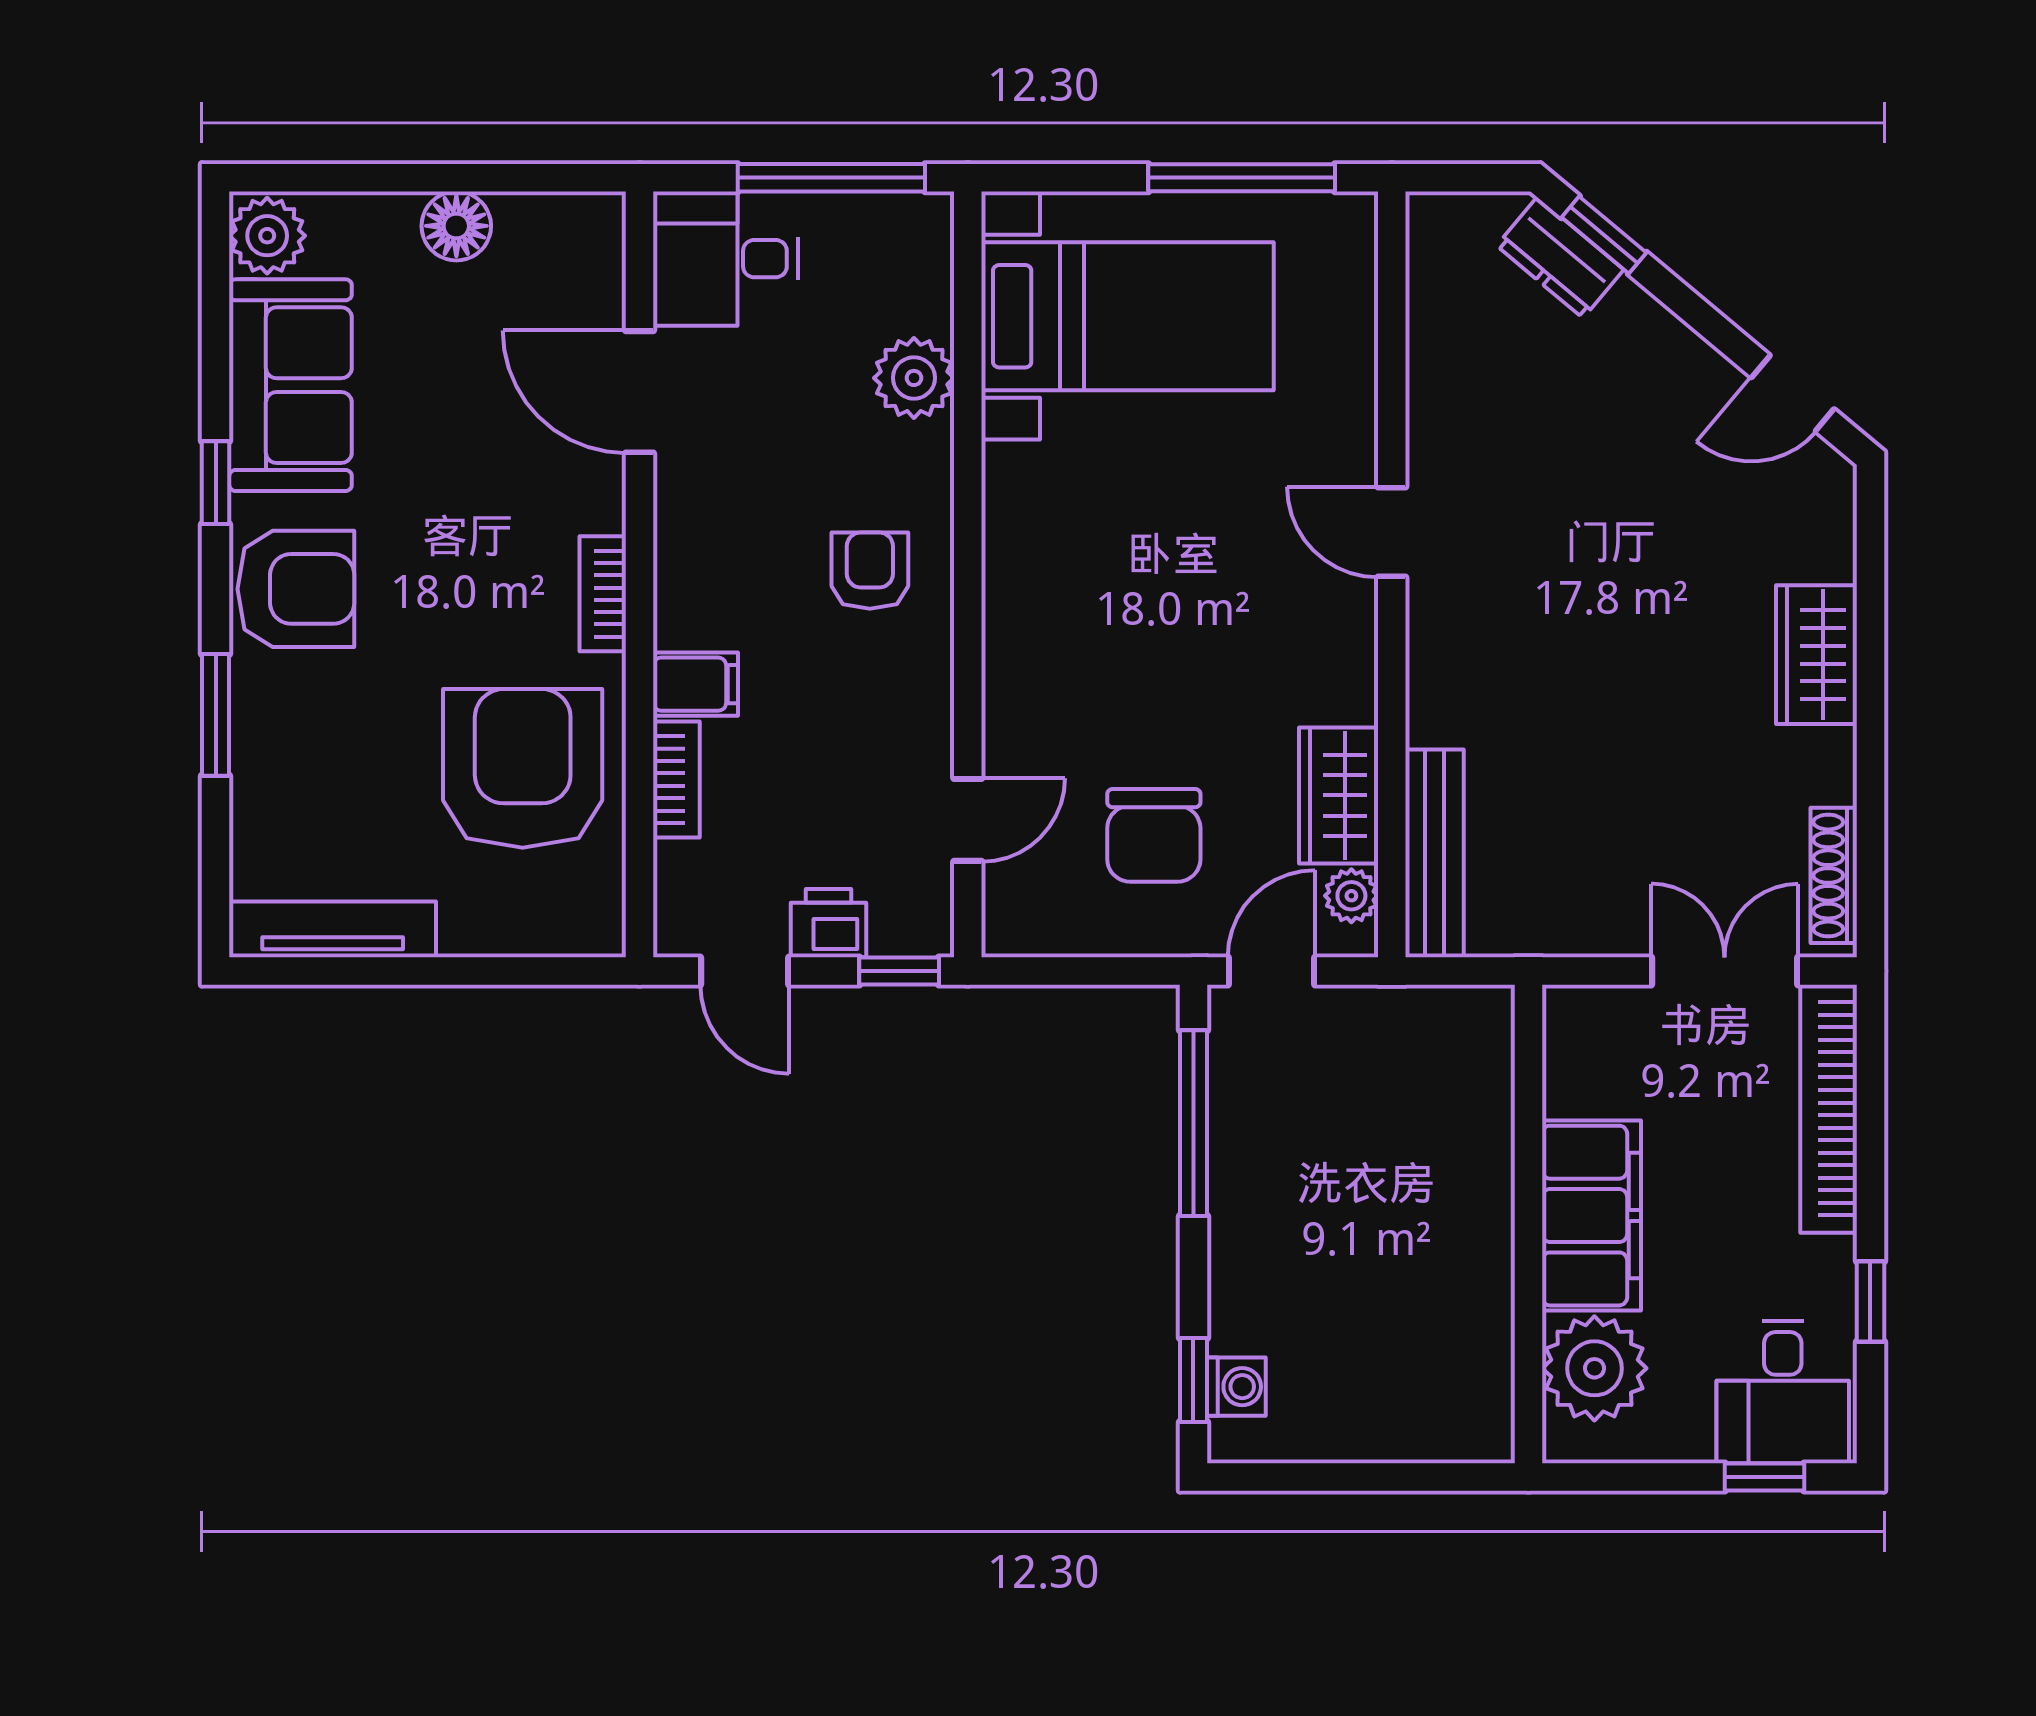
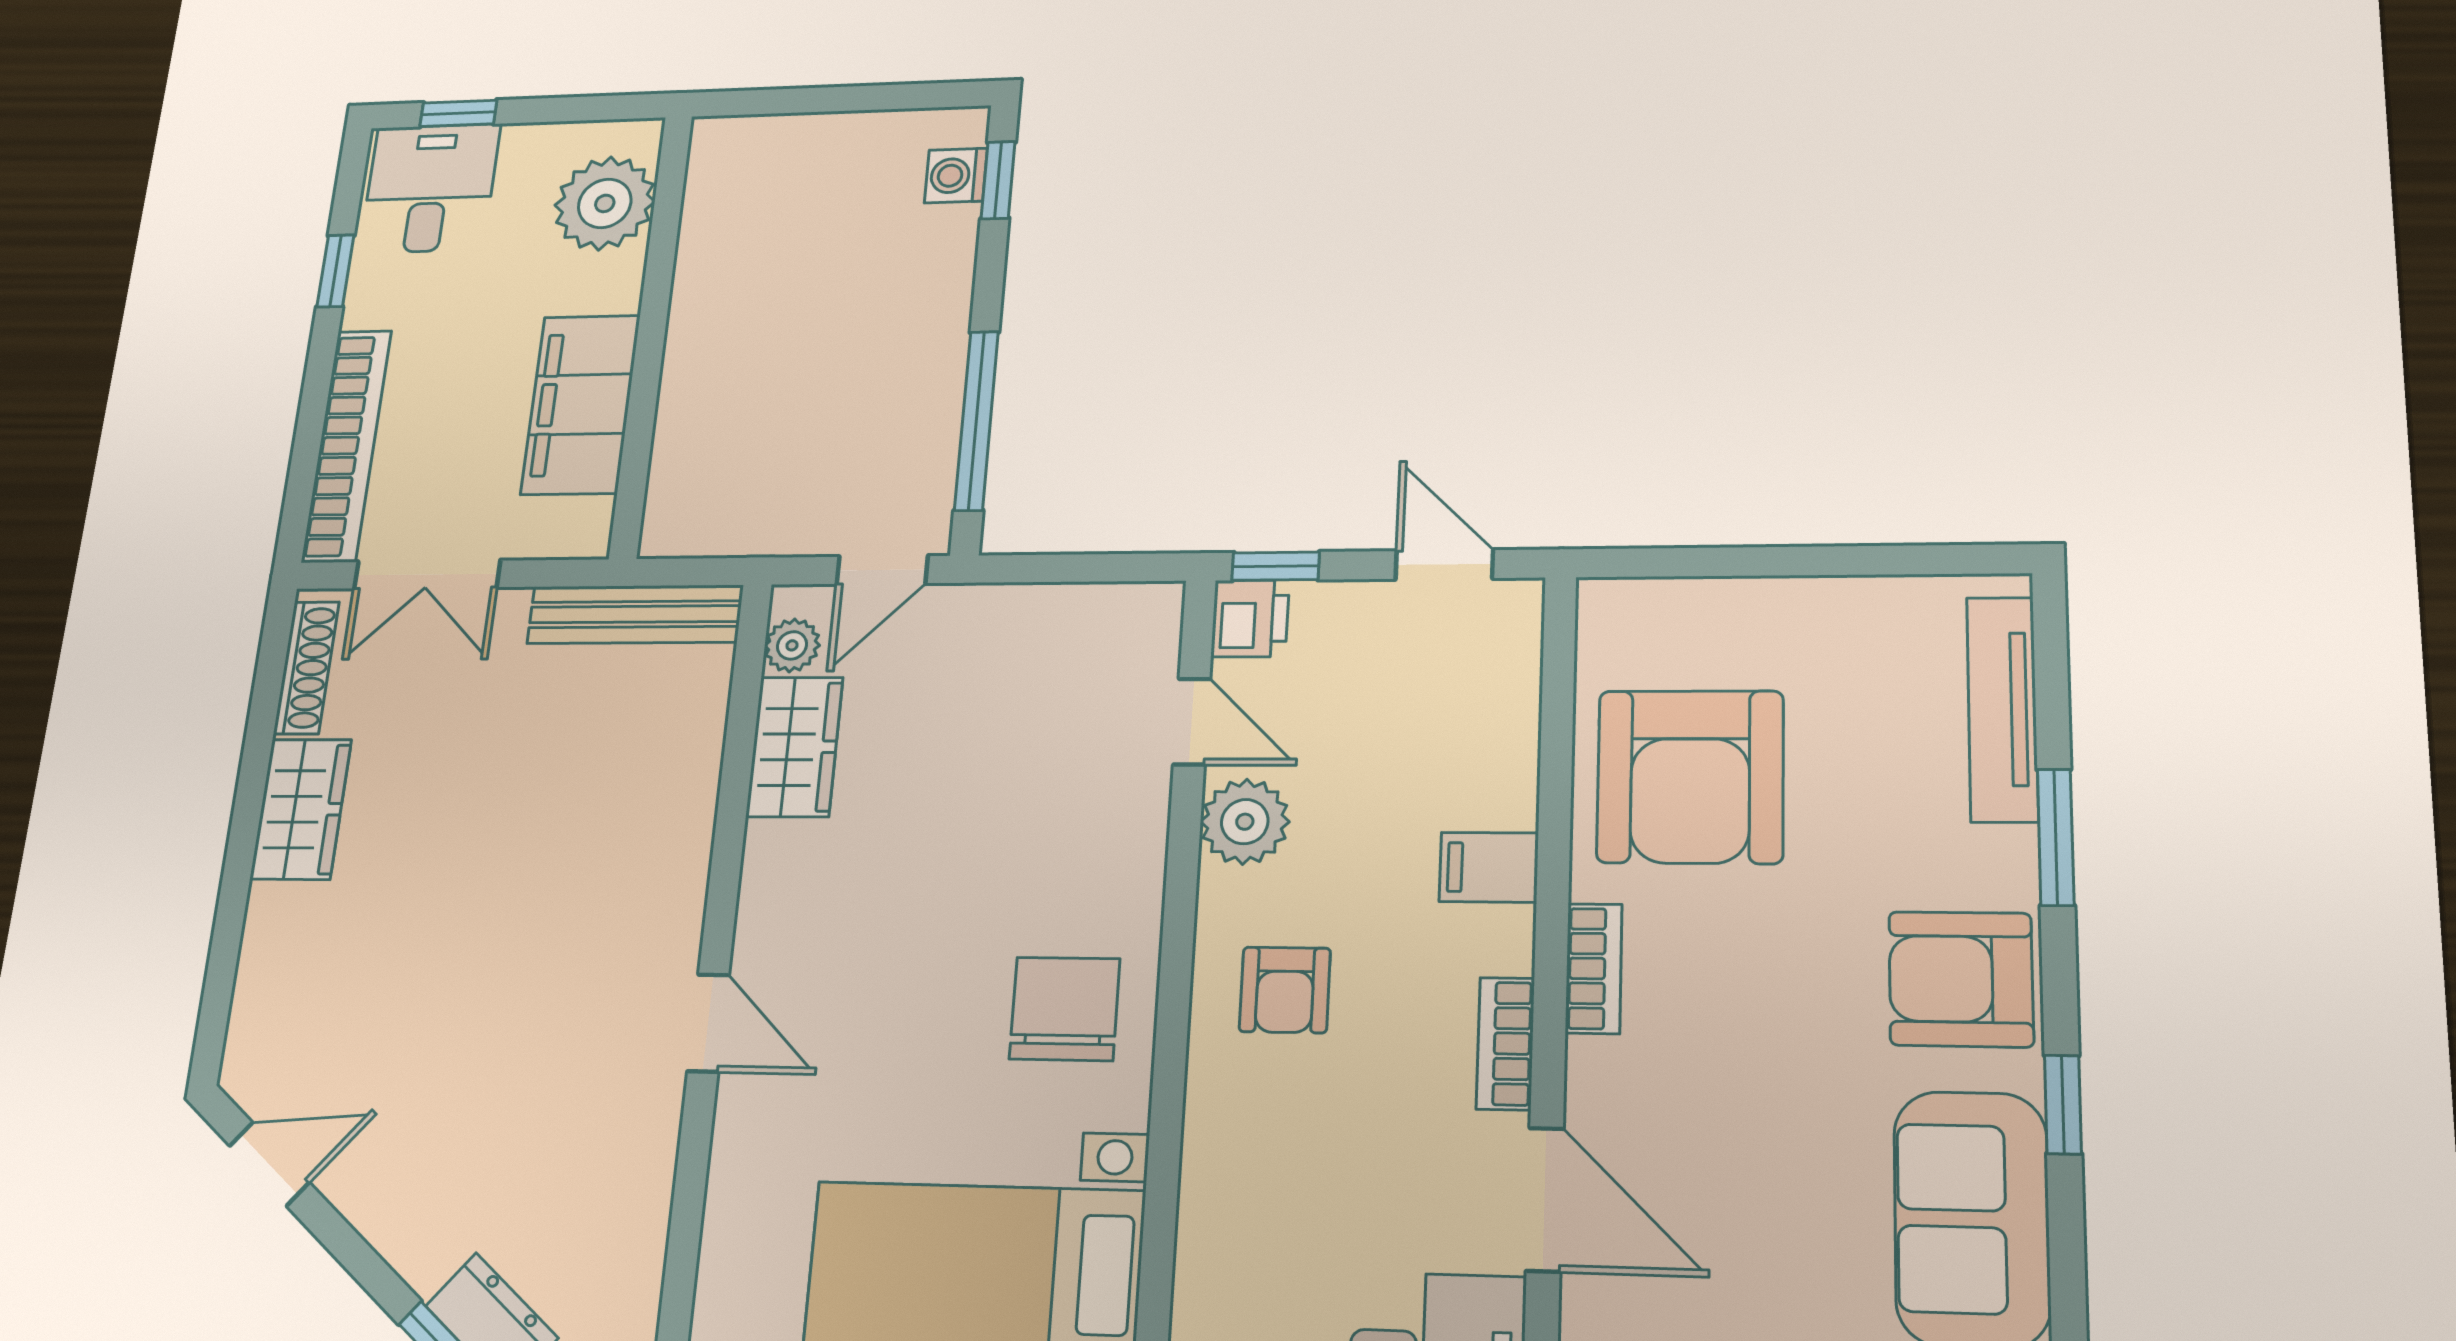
plant: (914, 378) -> (1245, 822), moved
wardrobe: (1816, 655) -> (301, 809), moved
bookcase: (676, 780) -> (1505, 1043), moved
door: (968, 820) -> (1192, 722), swing flipped
chair: (1154, 835) -> (1065, 1009), moved
bench: (1435, 853) -> (635, 614), moved, turned 90
printer: (829, 923) -> (1250, 618), moved, turned -90
tv unit: (333, 929) -> (2002, 709), moved, turned 90
filing cabinet: (1592, 1216) -> (581, 405), moved

